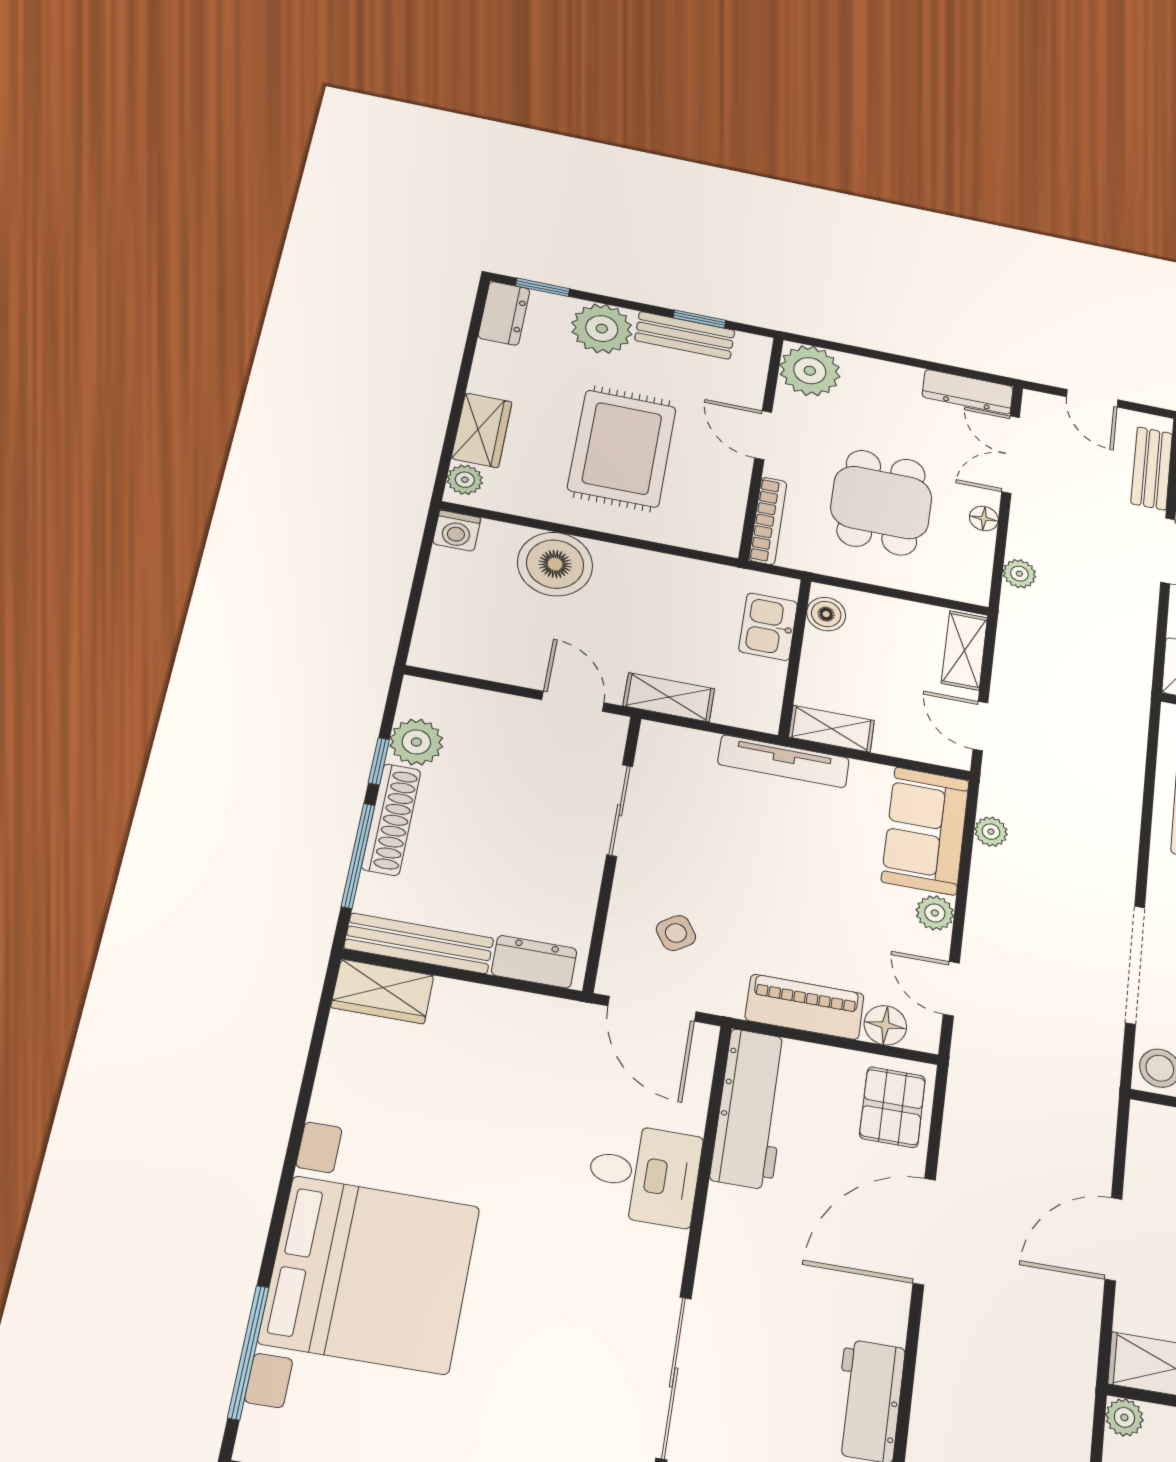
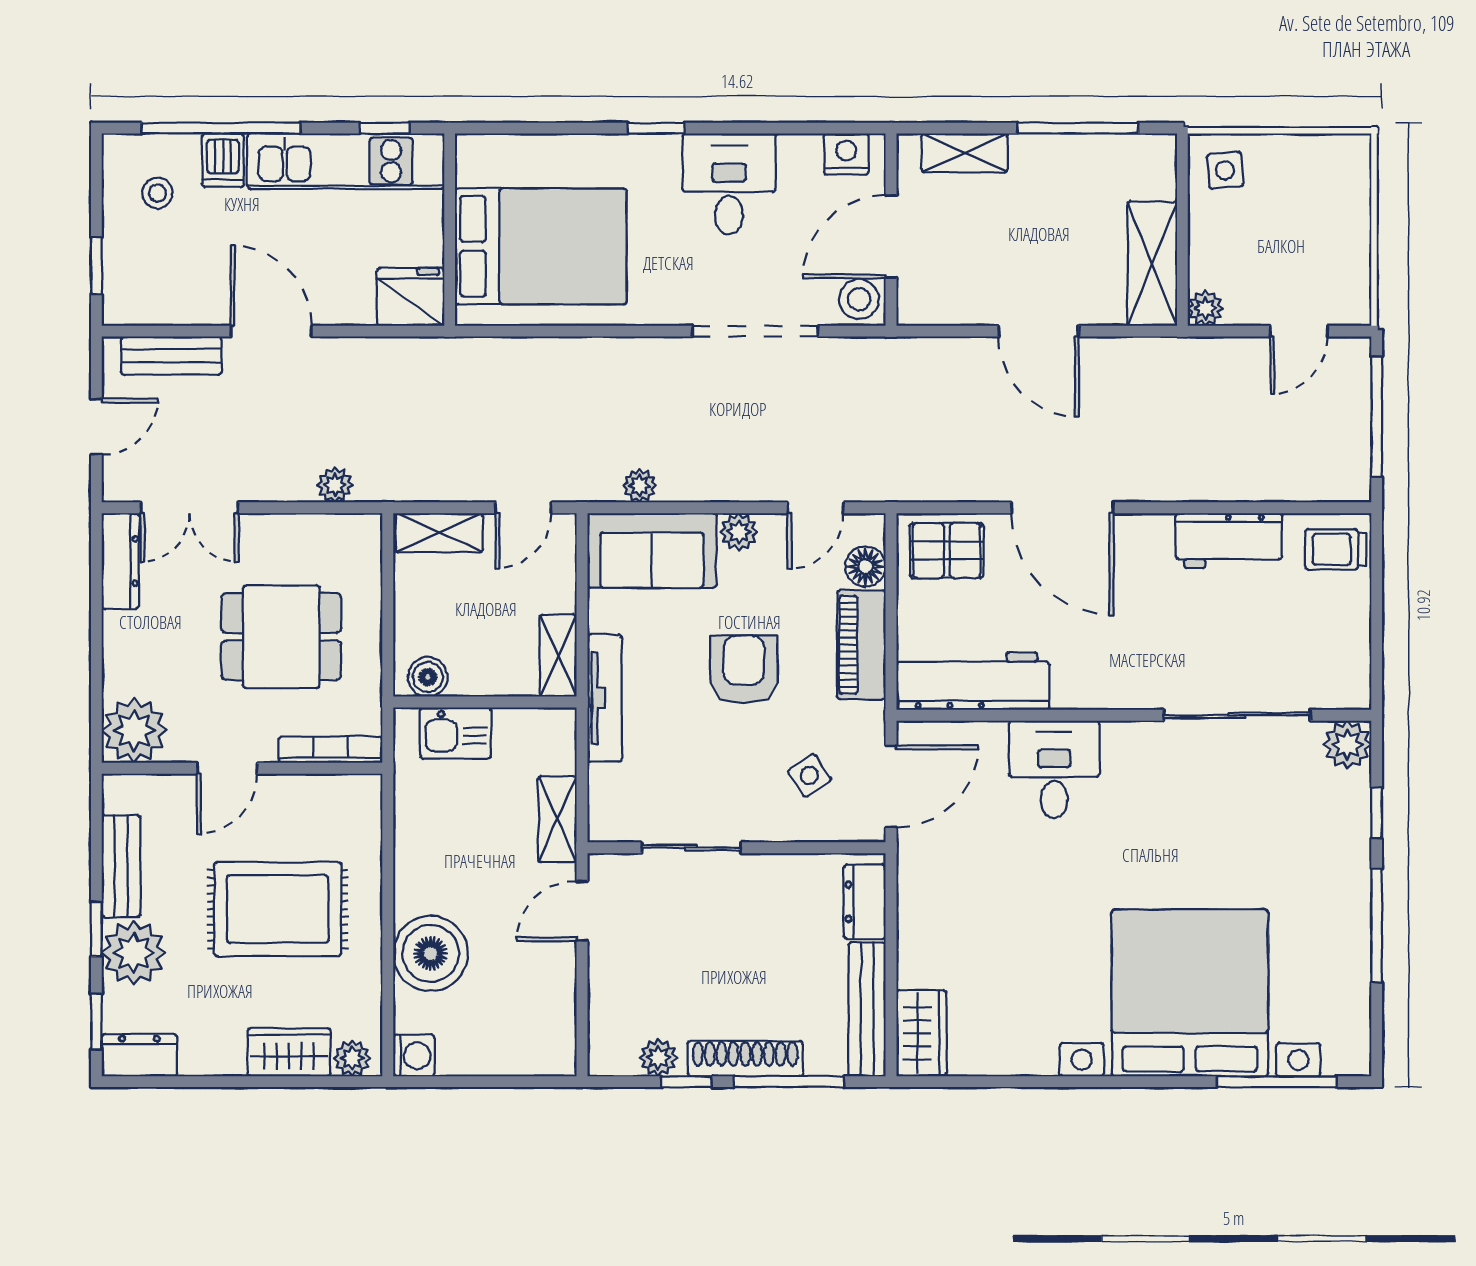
window: (699, 319) -> (96, 929), moved
floor lamp: (984, 518) -> (276, 528), removed
plant: (416, 742) -> (658, 1058), width x0.73, depth x0.73
armchair: (794, 892) -> (744, 670), added

